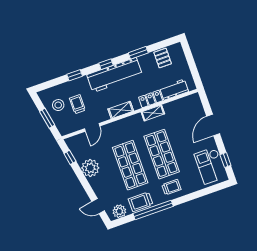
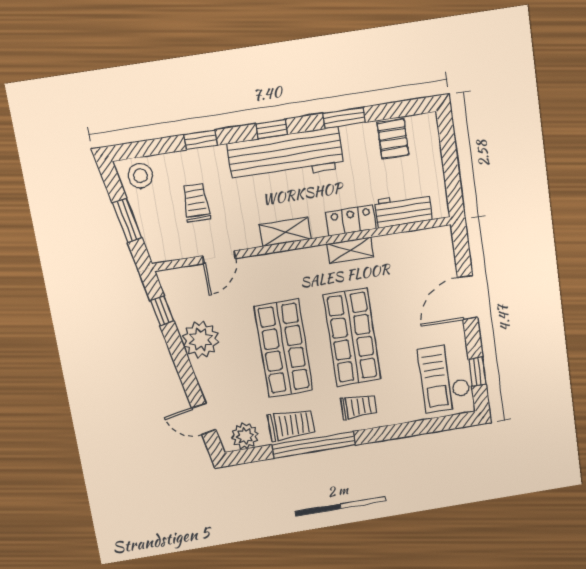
stool: (58, 105) -> (140, 176), moved
trolley: (141, 202) -> (291, 425), turned 180

